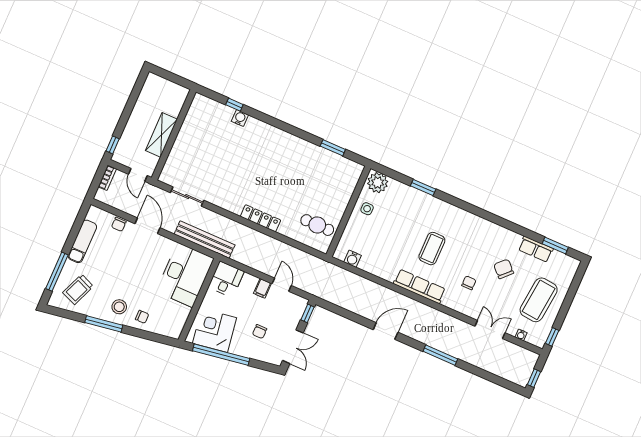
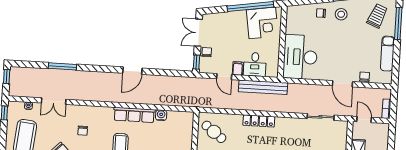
window: (113, 145) -> (392, 135), removed
cafe table: (317, 225) -> (214, 132), turned 37
bench: (205, 240) -> (263, 87), moved
water cooler: (353, 259) -> (161, 115), moved
desk: (226, 279) -> (255, 64), moved
row of seats: (419, 286) -> (134, 115), moved
chair: (260, 332) -> (207, 52), moved
window: (440, 355) -> (62, 66), moved

